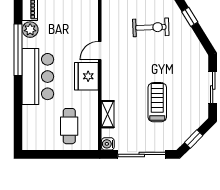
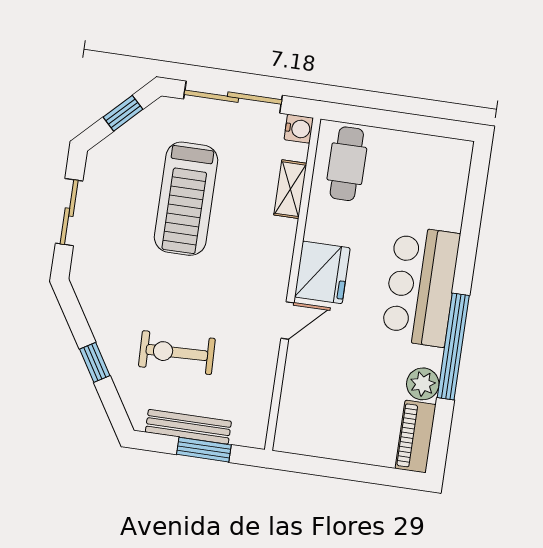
treadmill: (157, 102) -> (186, 199), width x1.37, depth x1.38
cafe table: (69, 126) -> (347, 164), moved

